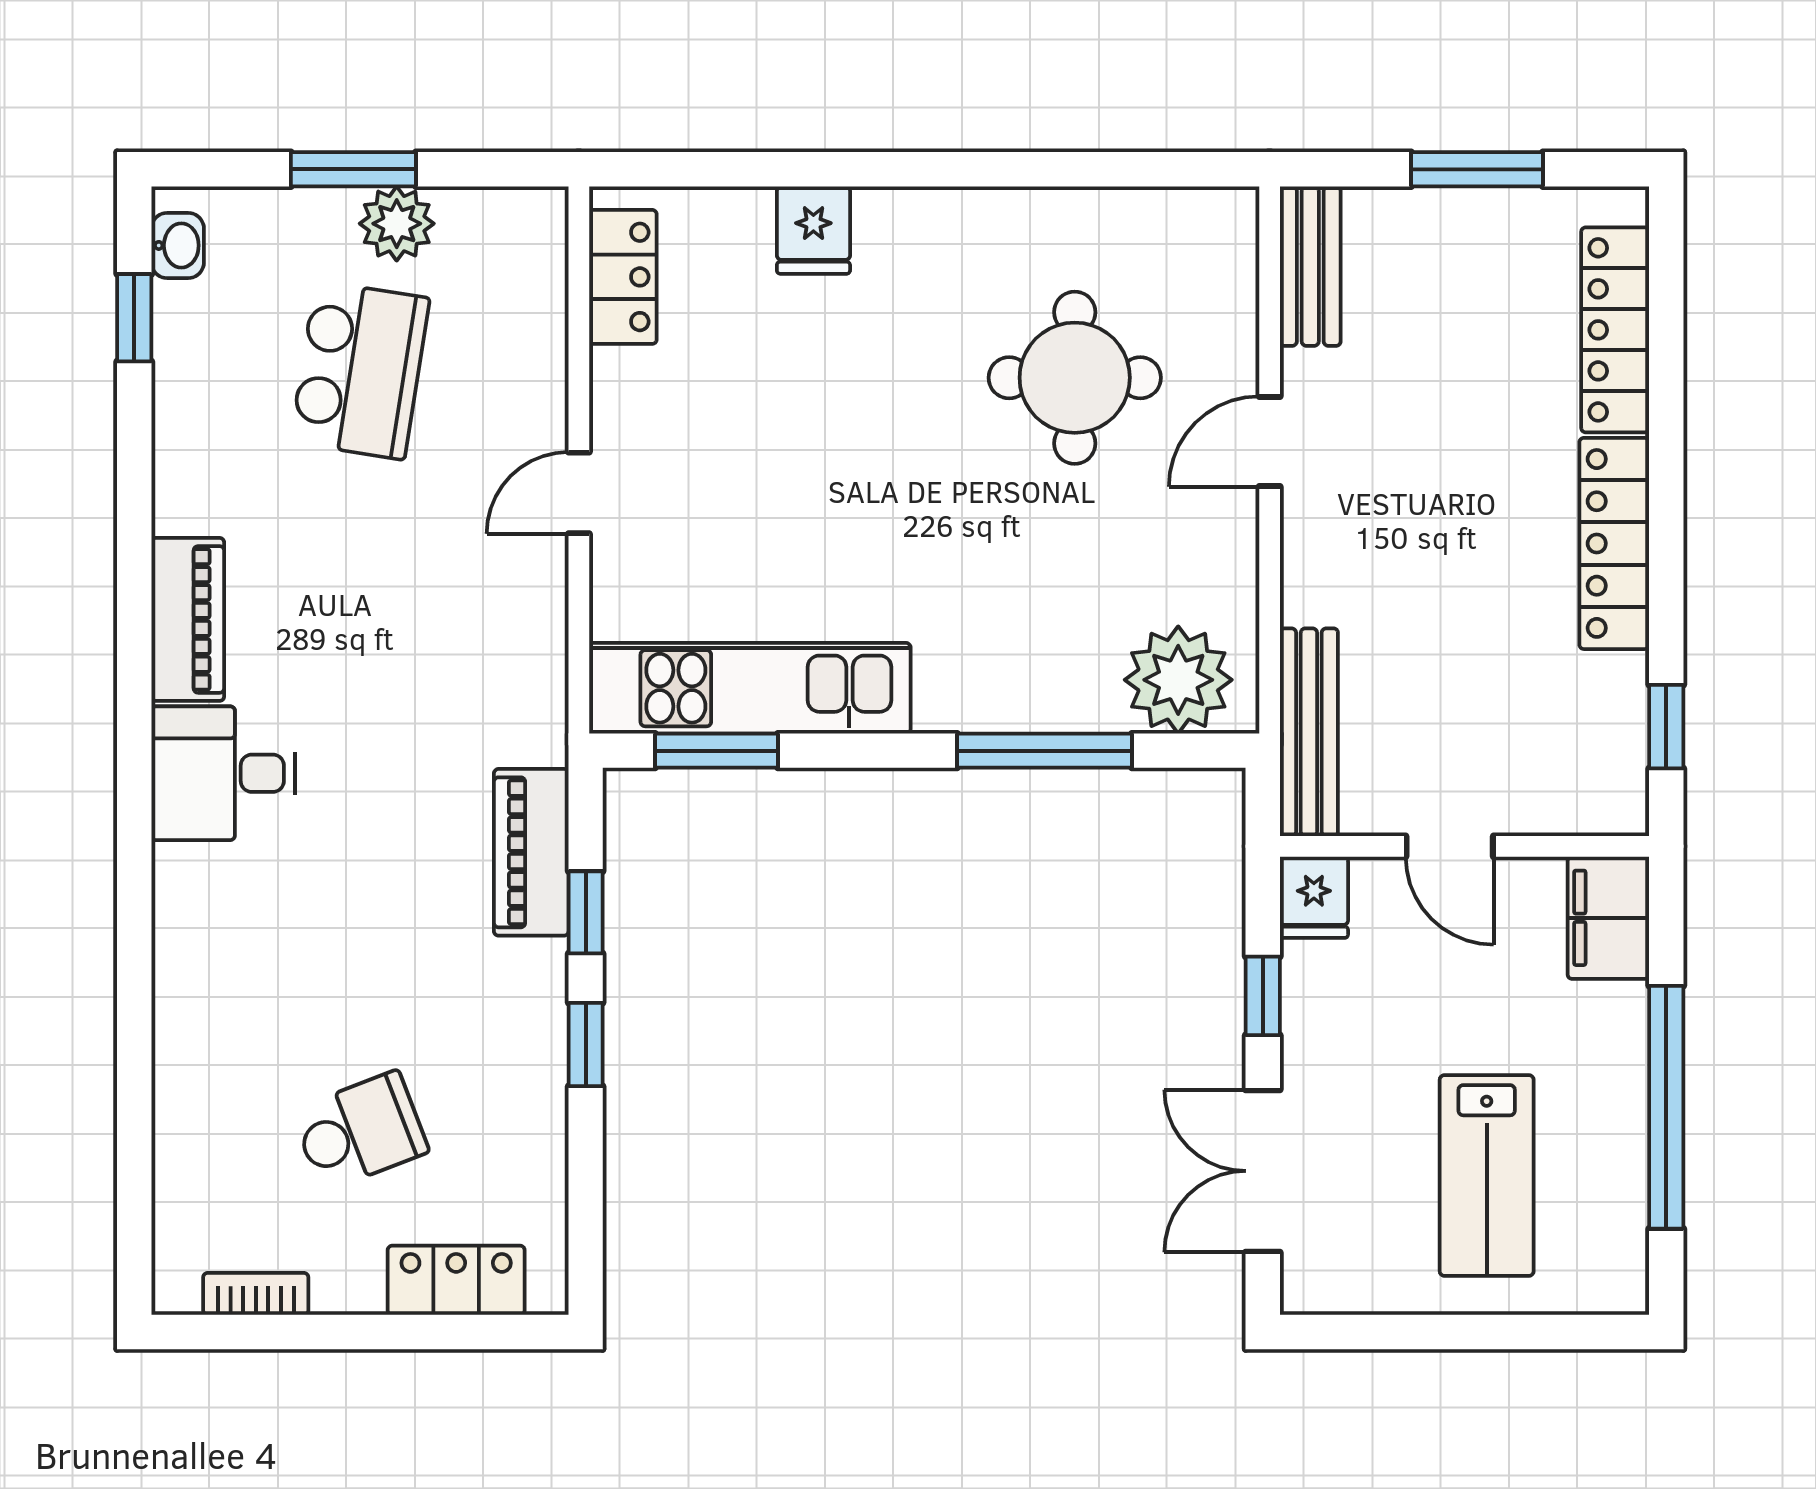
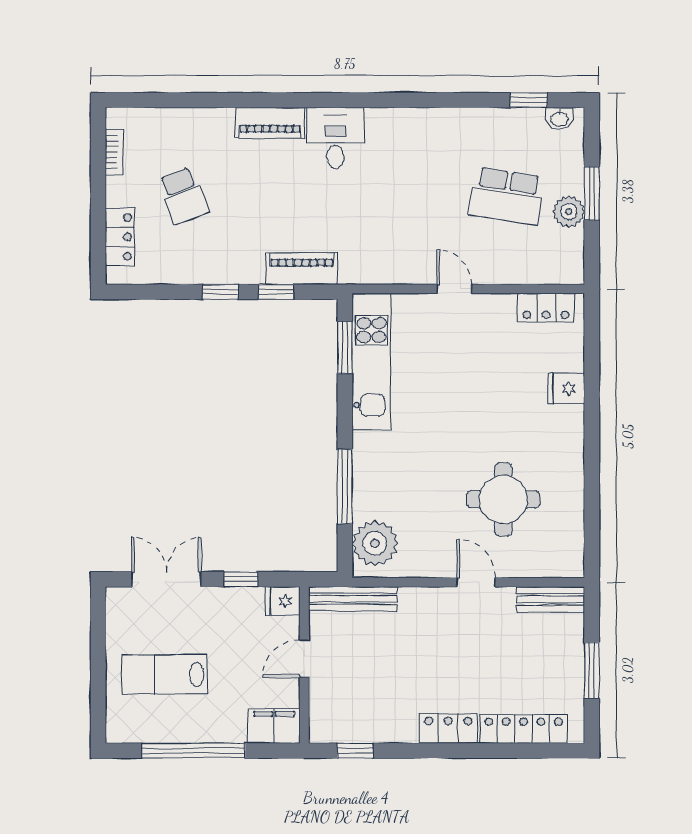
locker: (1614, 543) -> (448, 728), width x0.66
piano: (188, 619) -> (270, 123), moved

